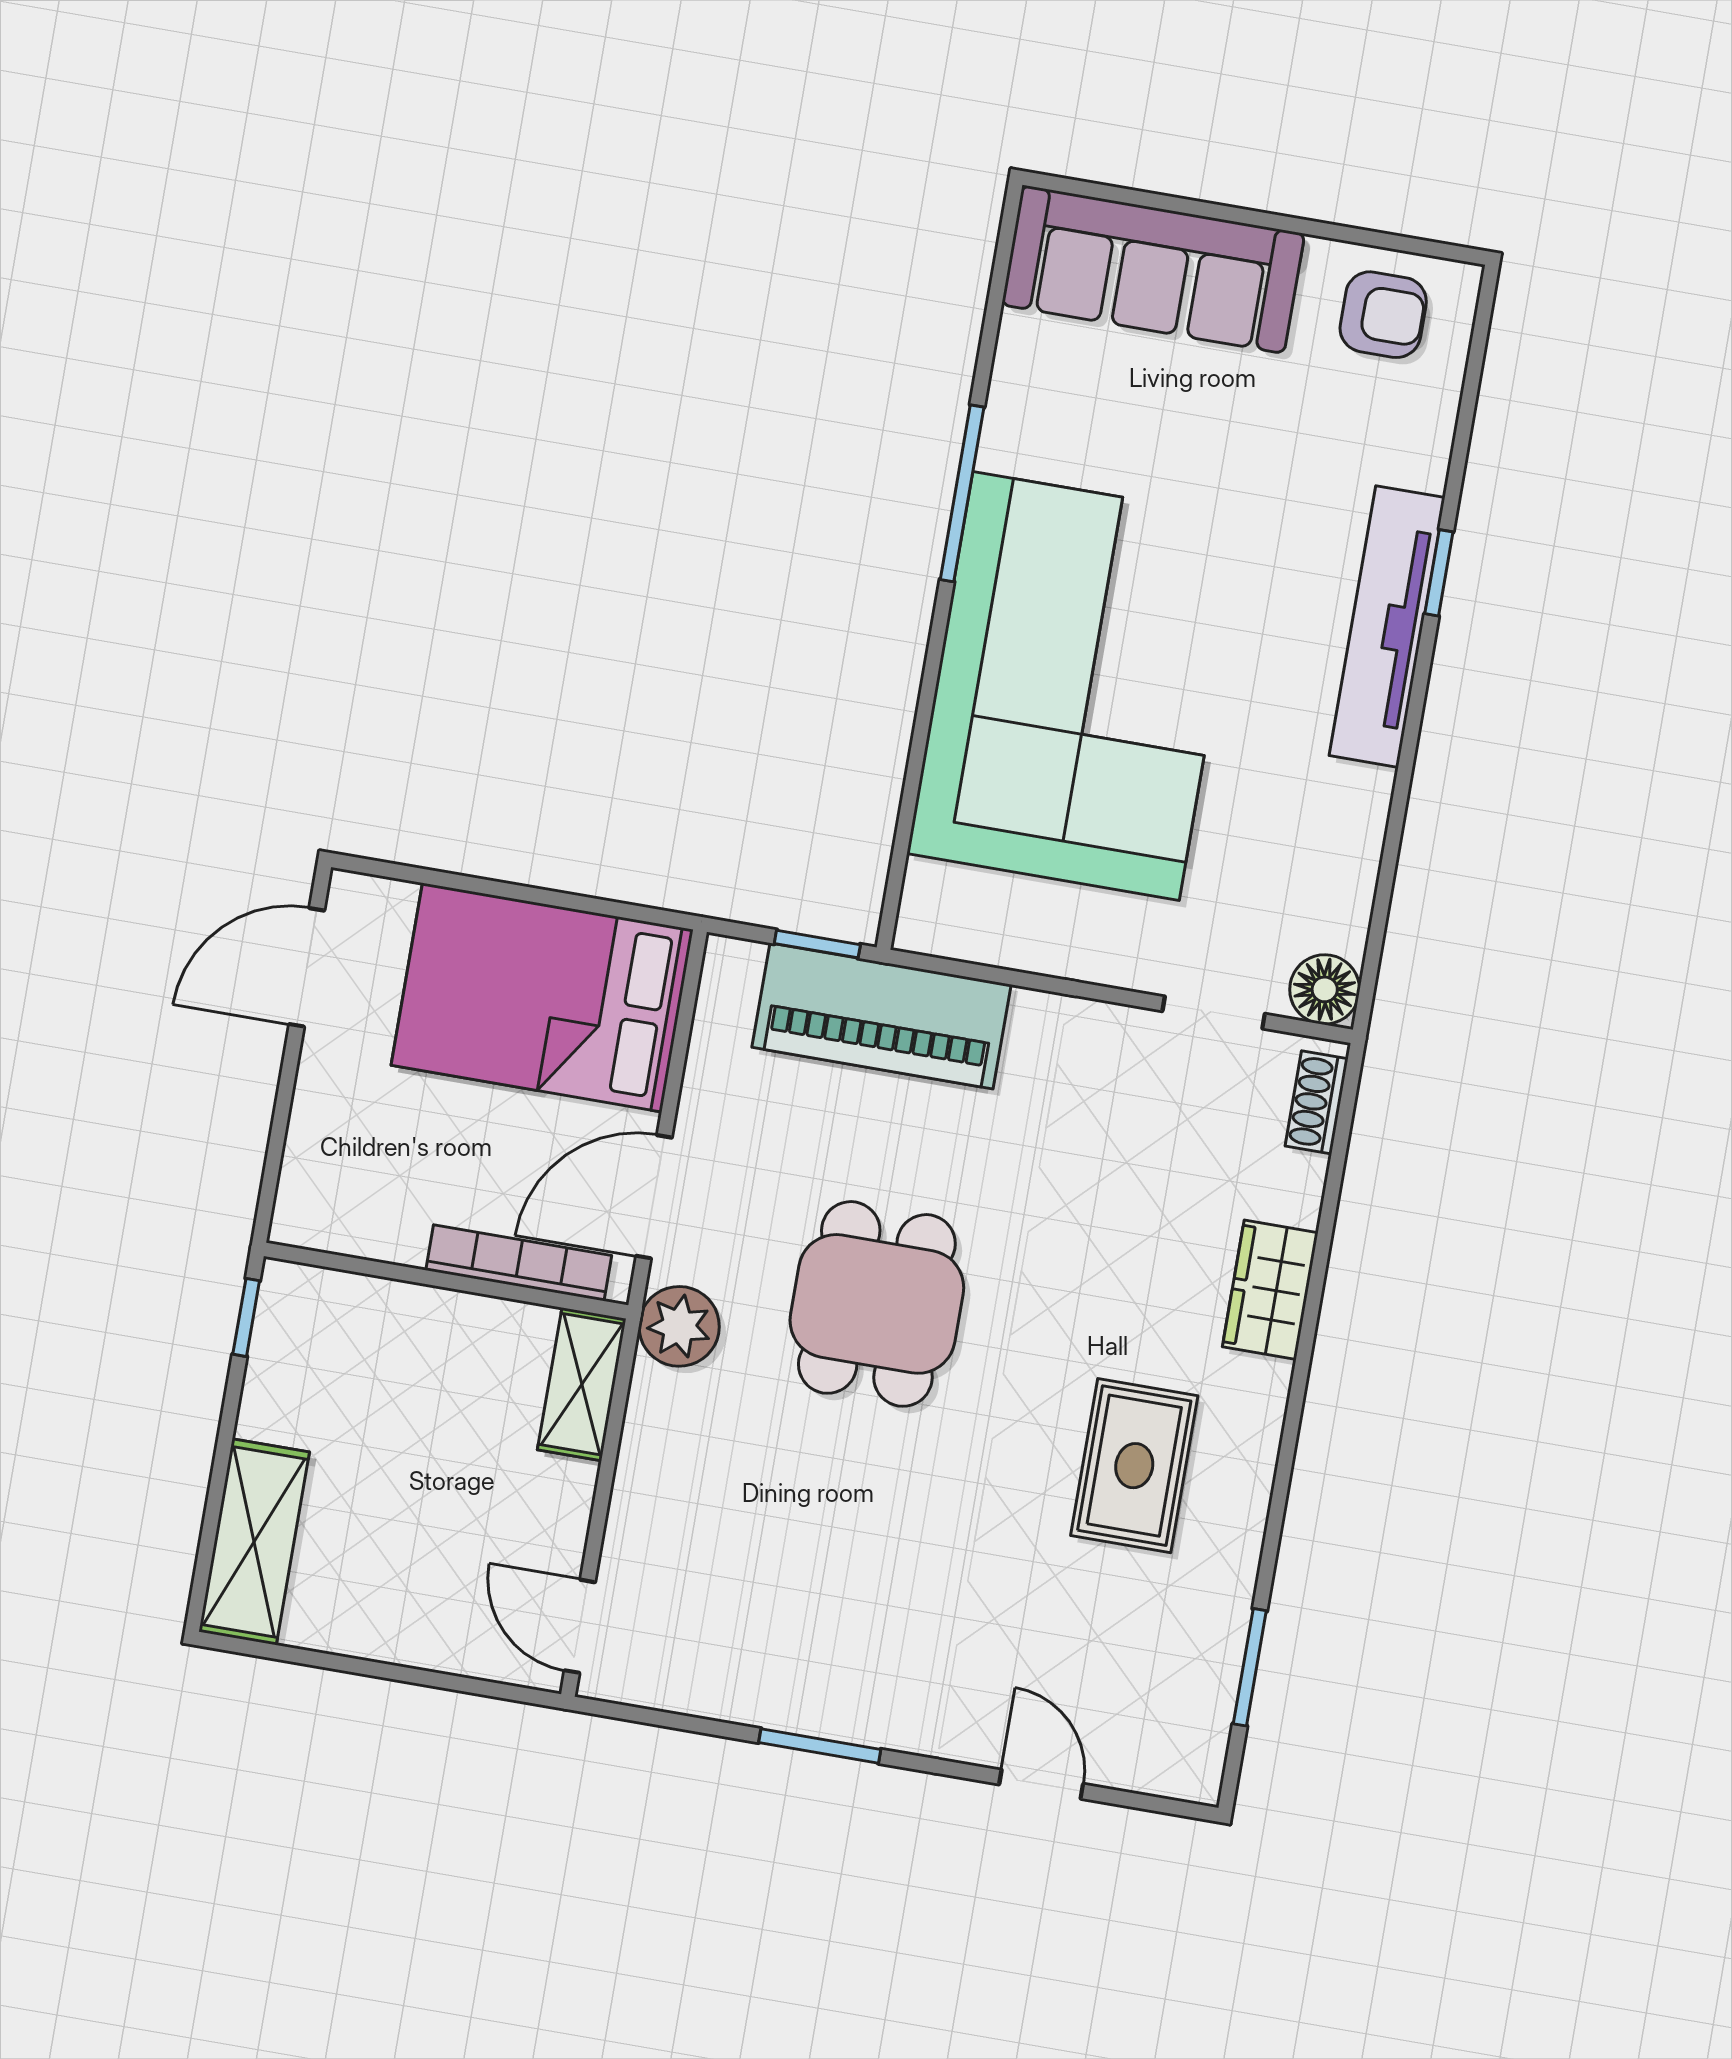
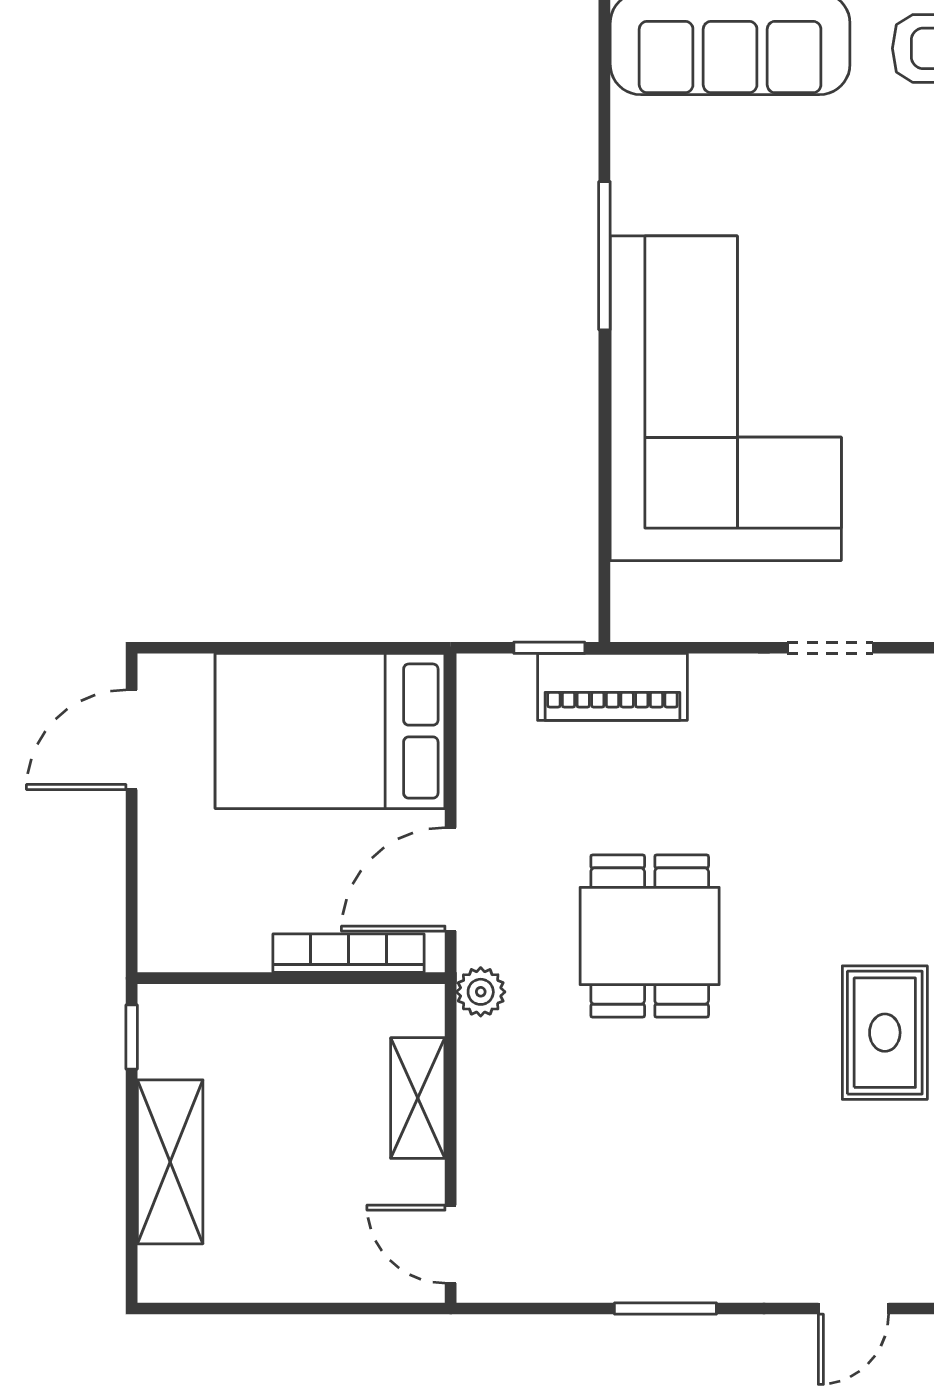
doorway: (1214, 1012) -> (830, 648), moved
piano: (882, 1016) -> (612, 687), width x0.73, depth x0.75
plant: (679, 1326) -> (481, 992), width x0.73, depth x0.73
shelving: (582, 1384) -> (418, 1098), moved
shelving: (254, 1542) -> (170, 1162), moved
door: (1041, 1784) -> (853, 1309), swing flipped

